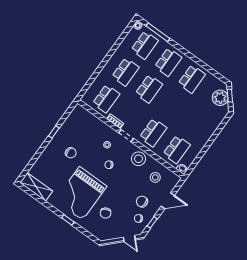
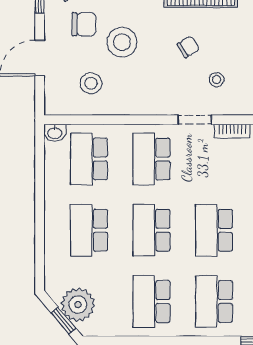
school desk: (172, 106) -> (151, 230), added
school desk: (196, 123) -> (89, 230), added
stool: (138, 159) -> (122, 42), moved

